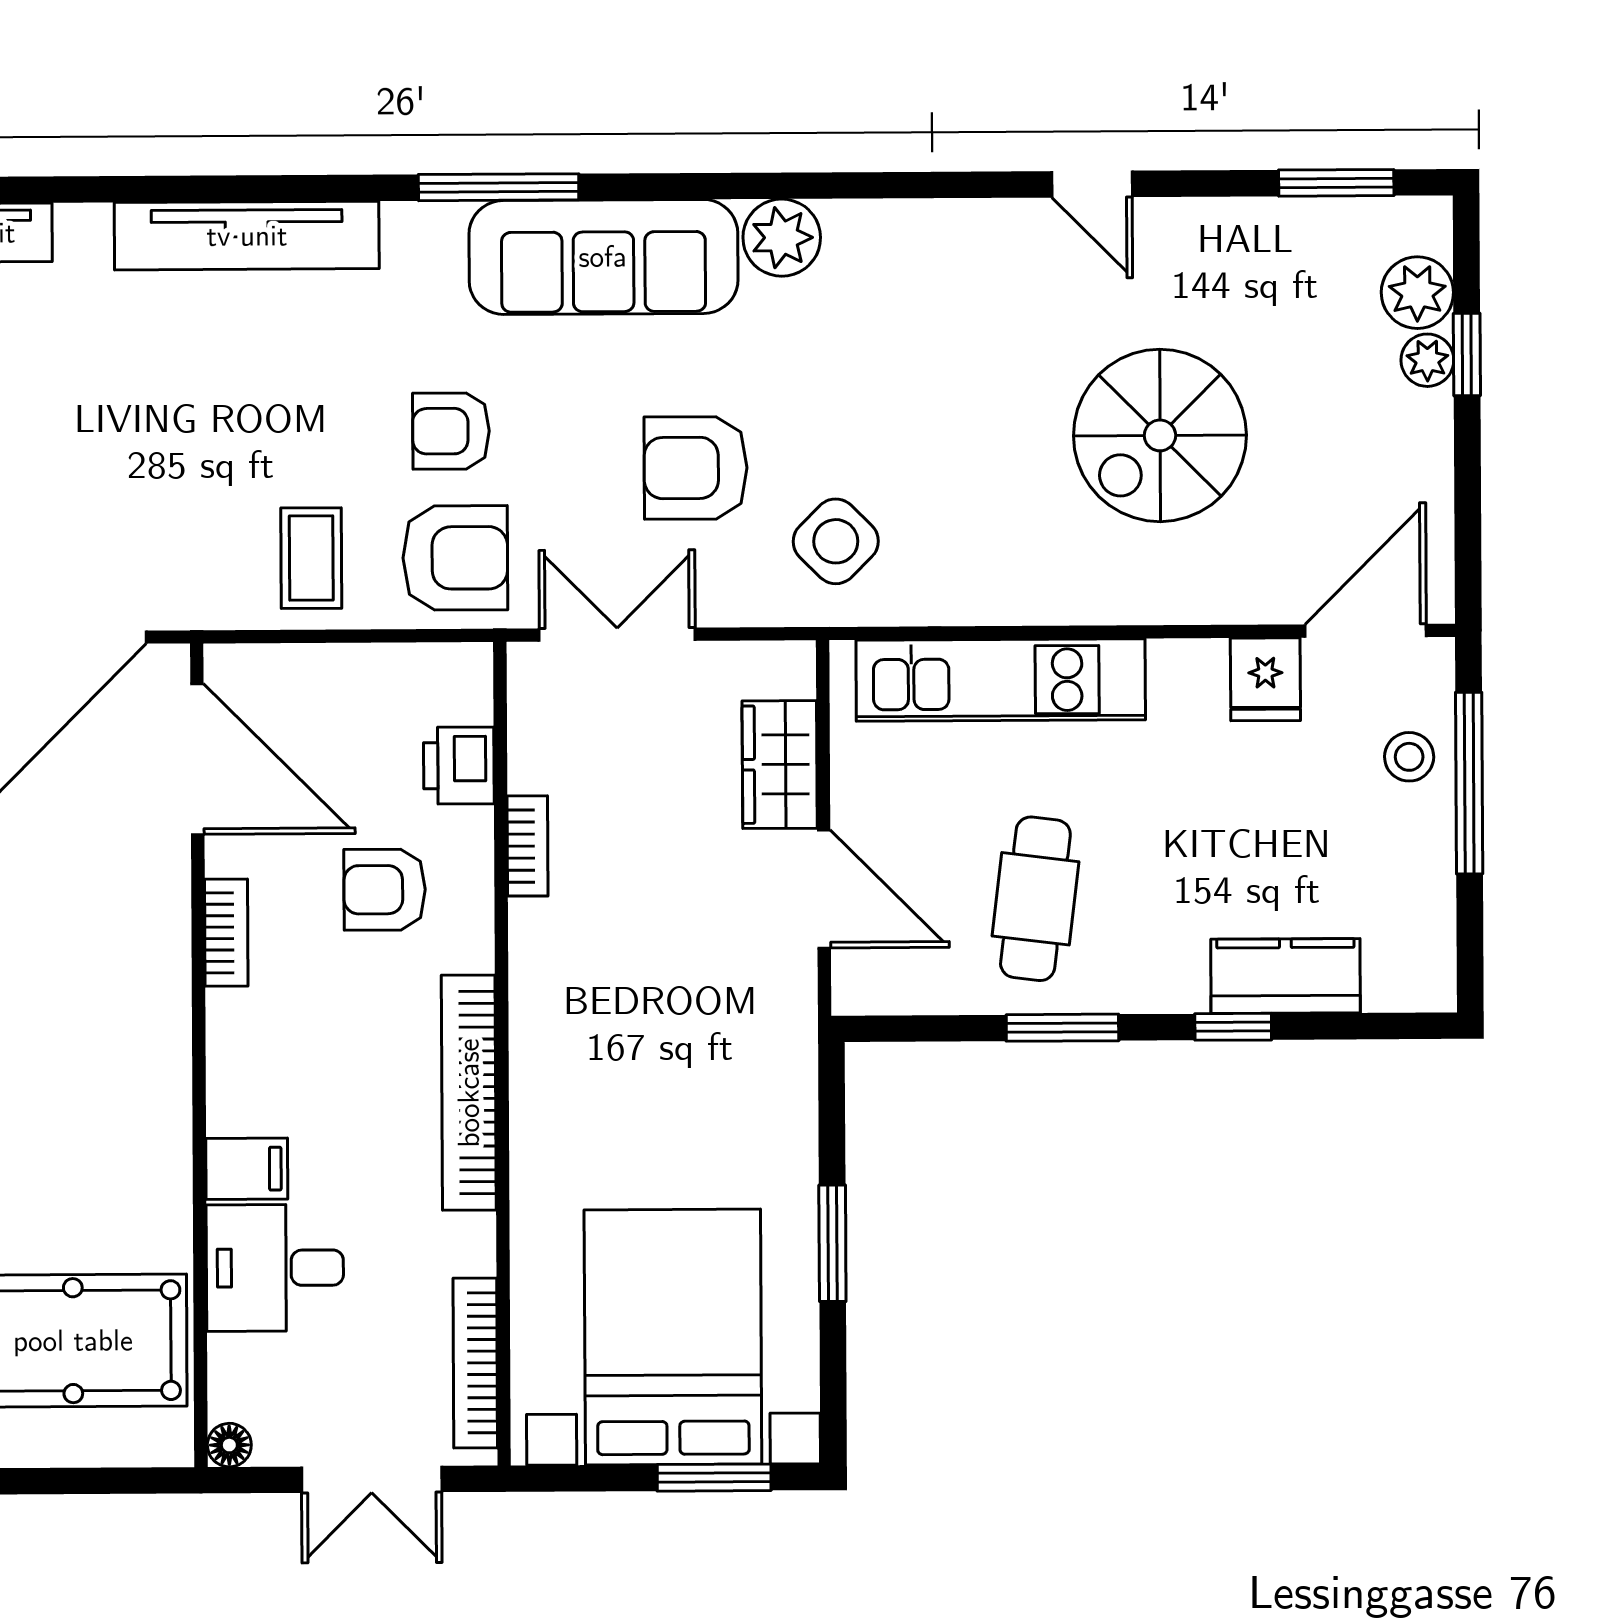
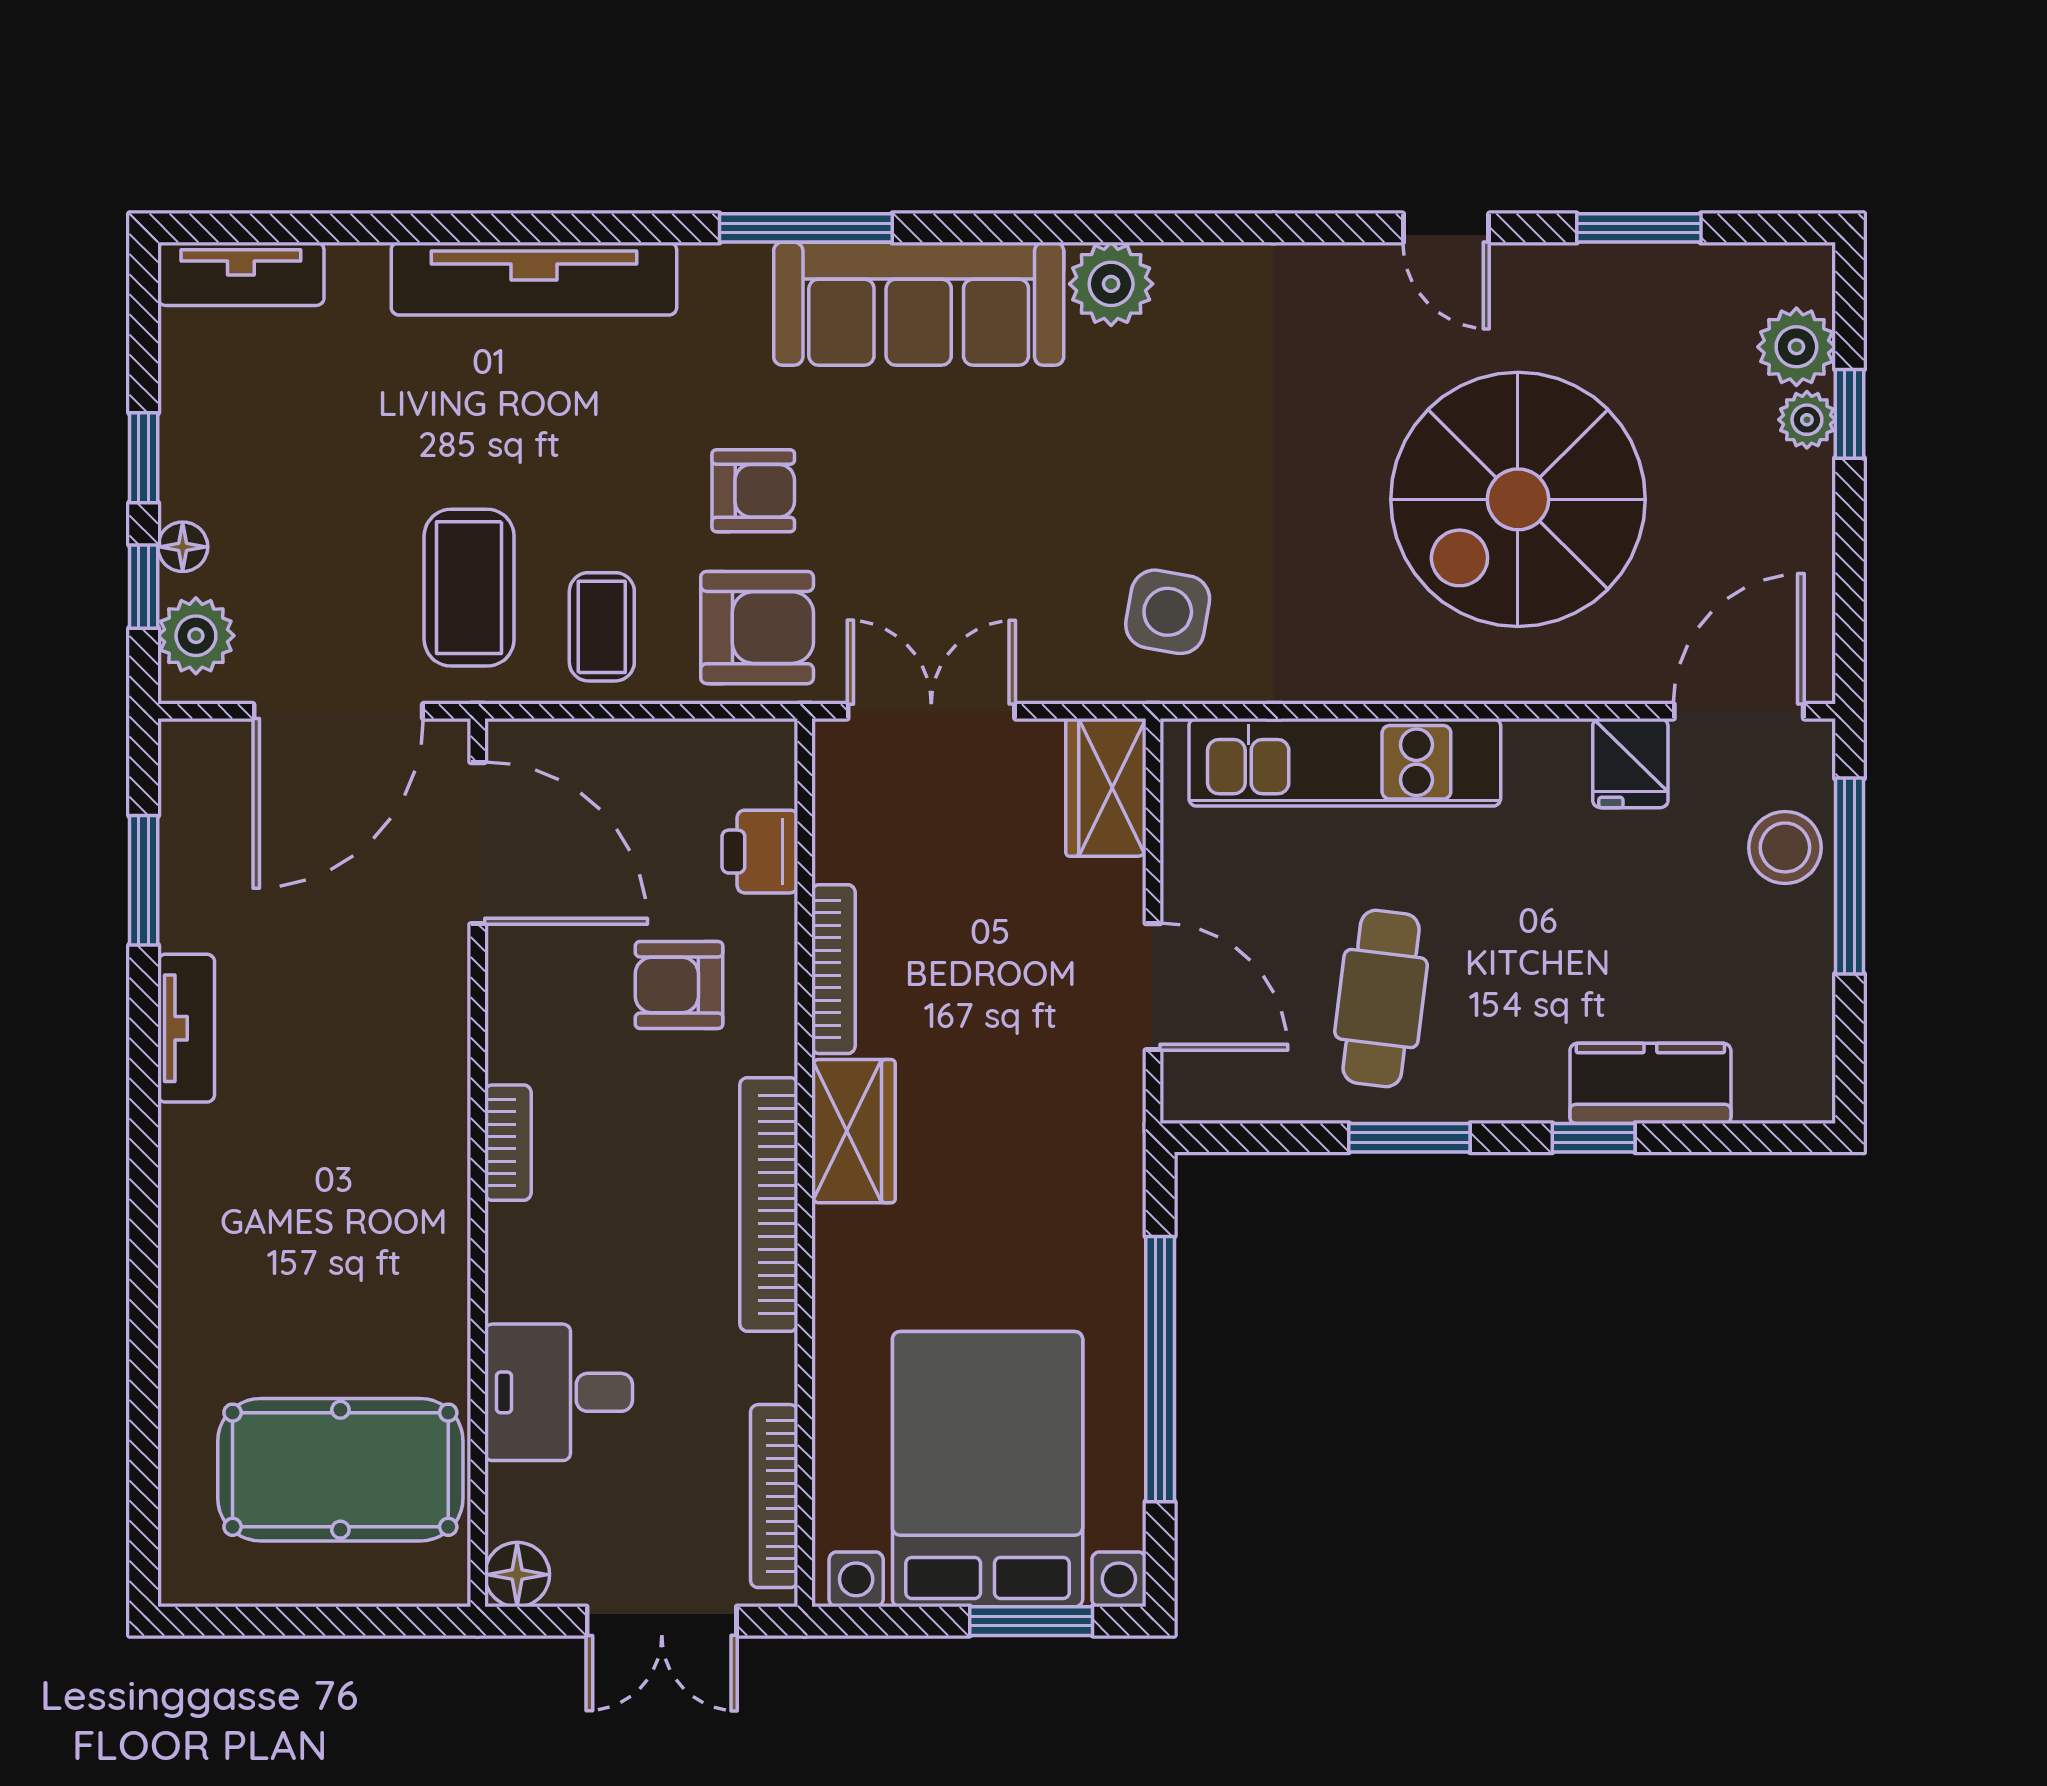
window: (1336, 183) -> (1639, 228), moved
armchair: (451, 431) -> (753, 491), turned 180
spiral stairs: (1160, 435) -> (1518, 499), width x1.37, depth x1.37
armchair: (696, 468) -> (1017, 532), removed
coffee table: (188, 522) -> (469, 588), added
side table: (836, 541) -> (1168, 612), turned -35
stool: (1409, 757) -> (1785, 847), width x1.37, depth x1.37
wardrobe: (780, 765) -> (1106, 787), moved
bookcase: (527, 846) -> (833, 969), width x1.56
bookcase: (226, 933) -> (508, 1143), moved
wardrobe: (547, 1024) -> (853, 1131), added
filing cabinet: (247, 1169) -> (529, 1285), removed
window: (832, 1243) -> (1160, 1369), width x2.11
floor lamp: (229, 1445) -> (517, 1575), width x1.37, depth x1.37

